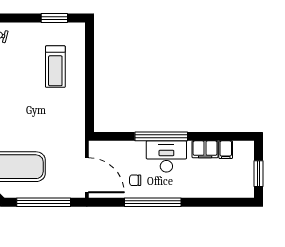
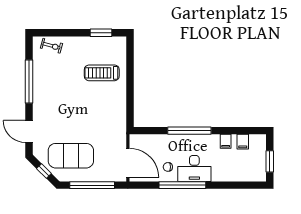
treadmill: (55, 67) -> (102, 73), turned 90
filing cabinet: (205, 149) -> (226, 141), width x0.50
desk: (166, 156) -> (194, 168), moved, turned 180

